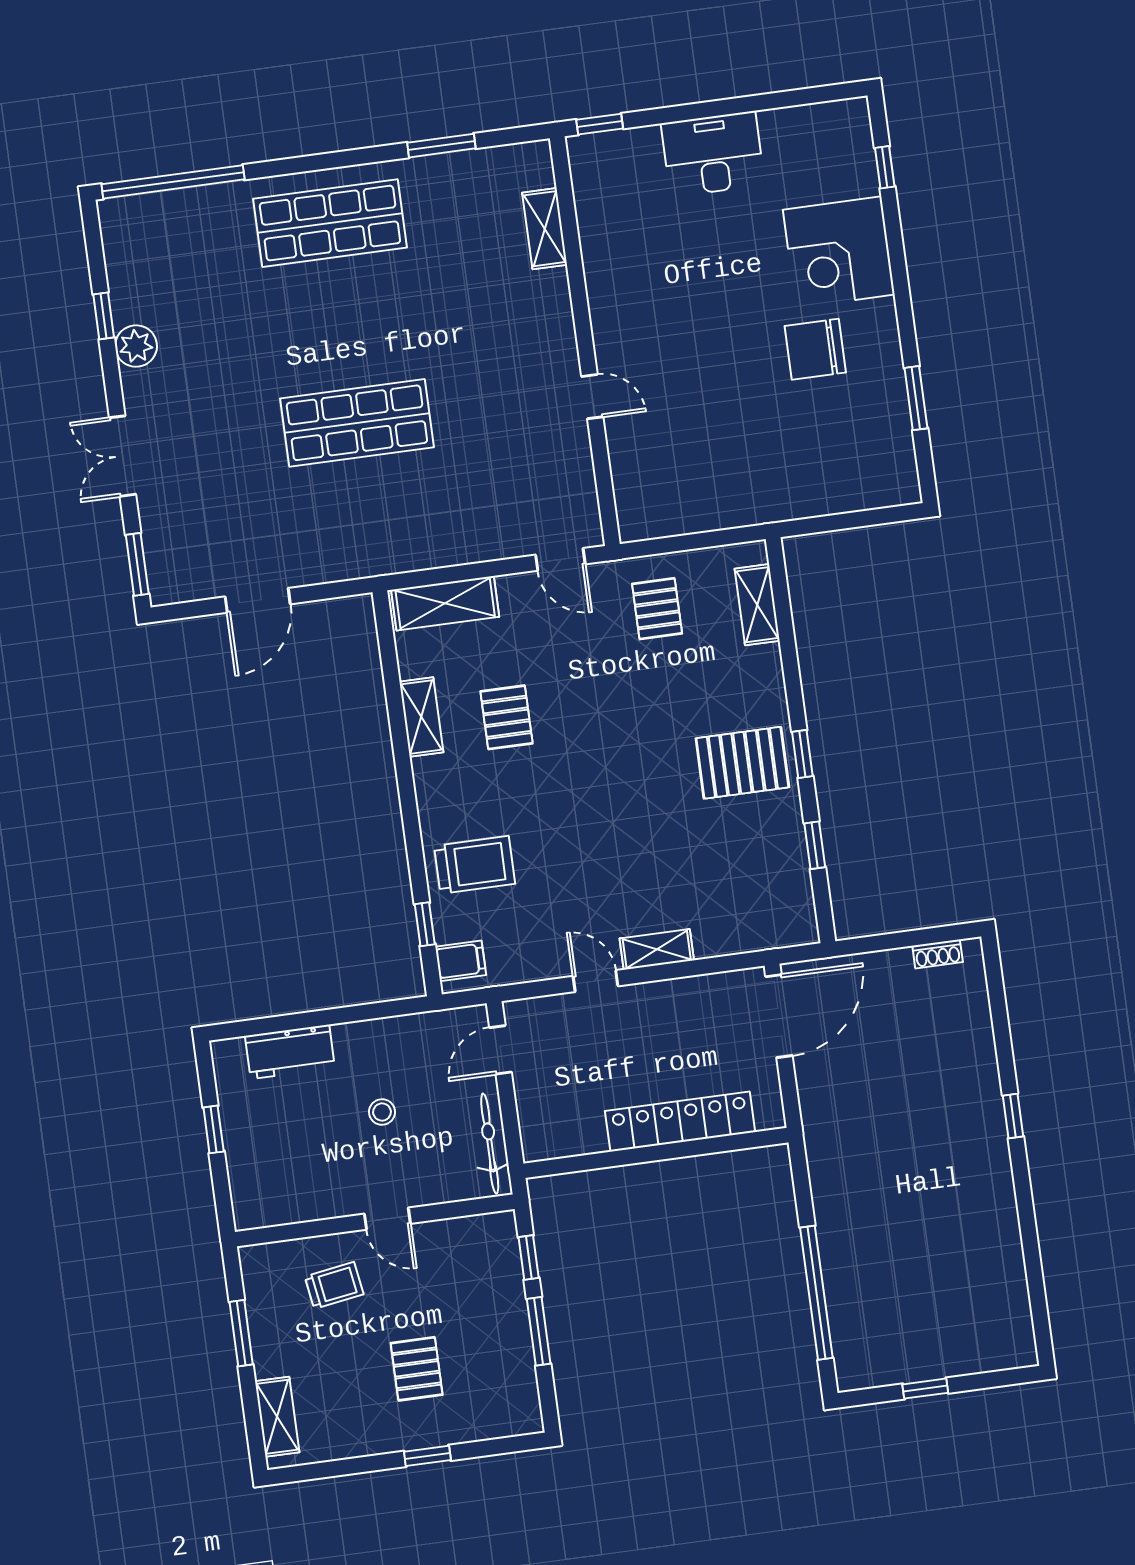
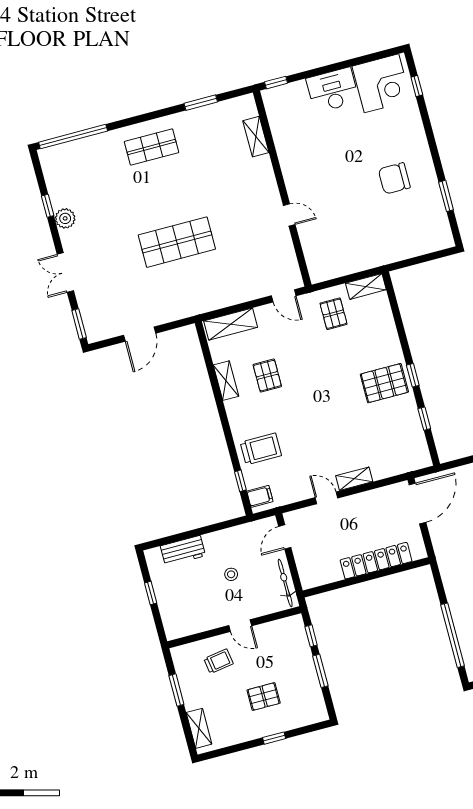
shop shelf: (330, 223) -> (152, 147), width x0.70, depth x0.74
corner desk: (839, 252) -> (382, 83), moved, turned -90
shelving: (757, 605) -> (366, 286), moved, turned 90
pallet: (417, 1369) -> (264, 697), turned 90

